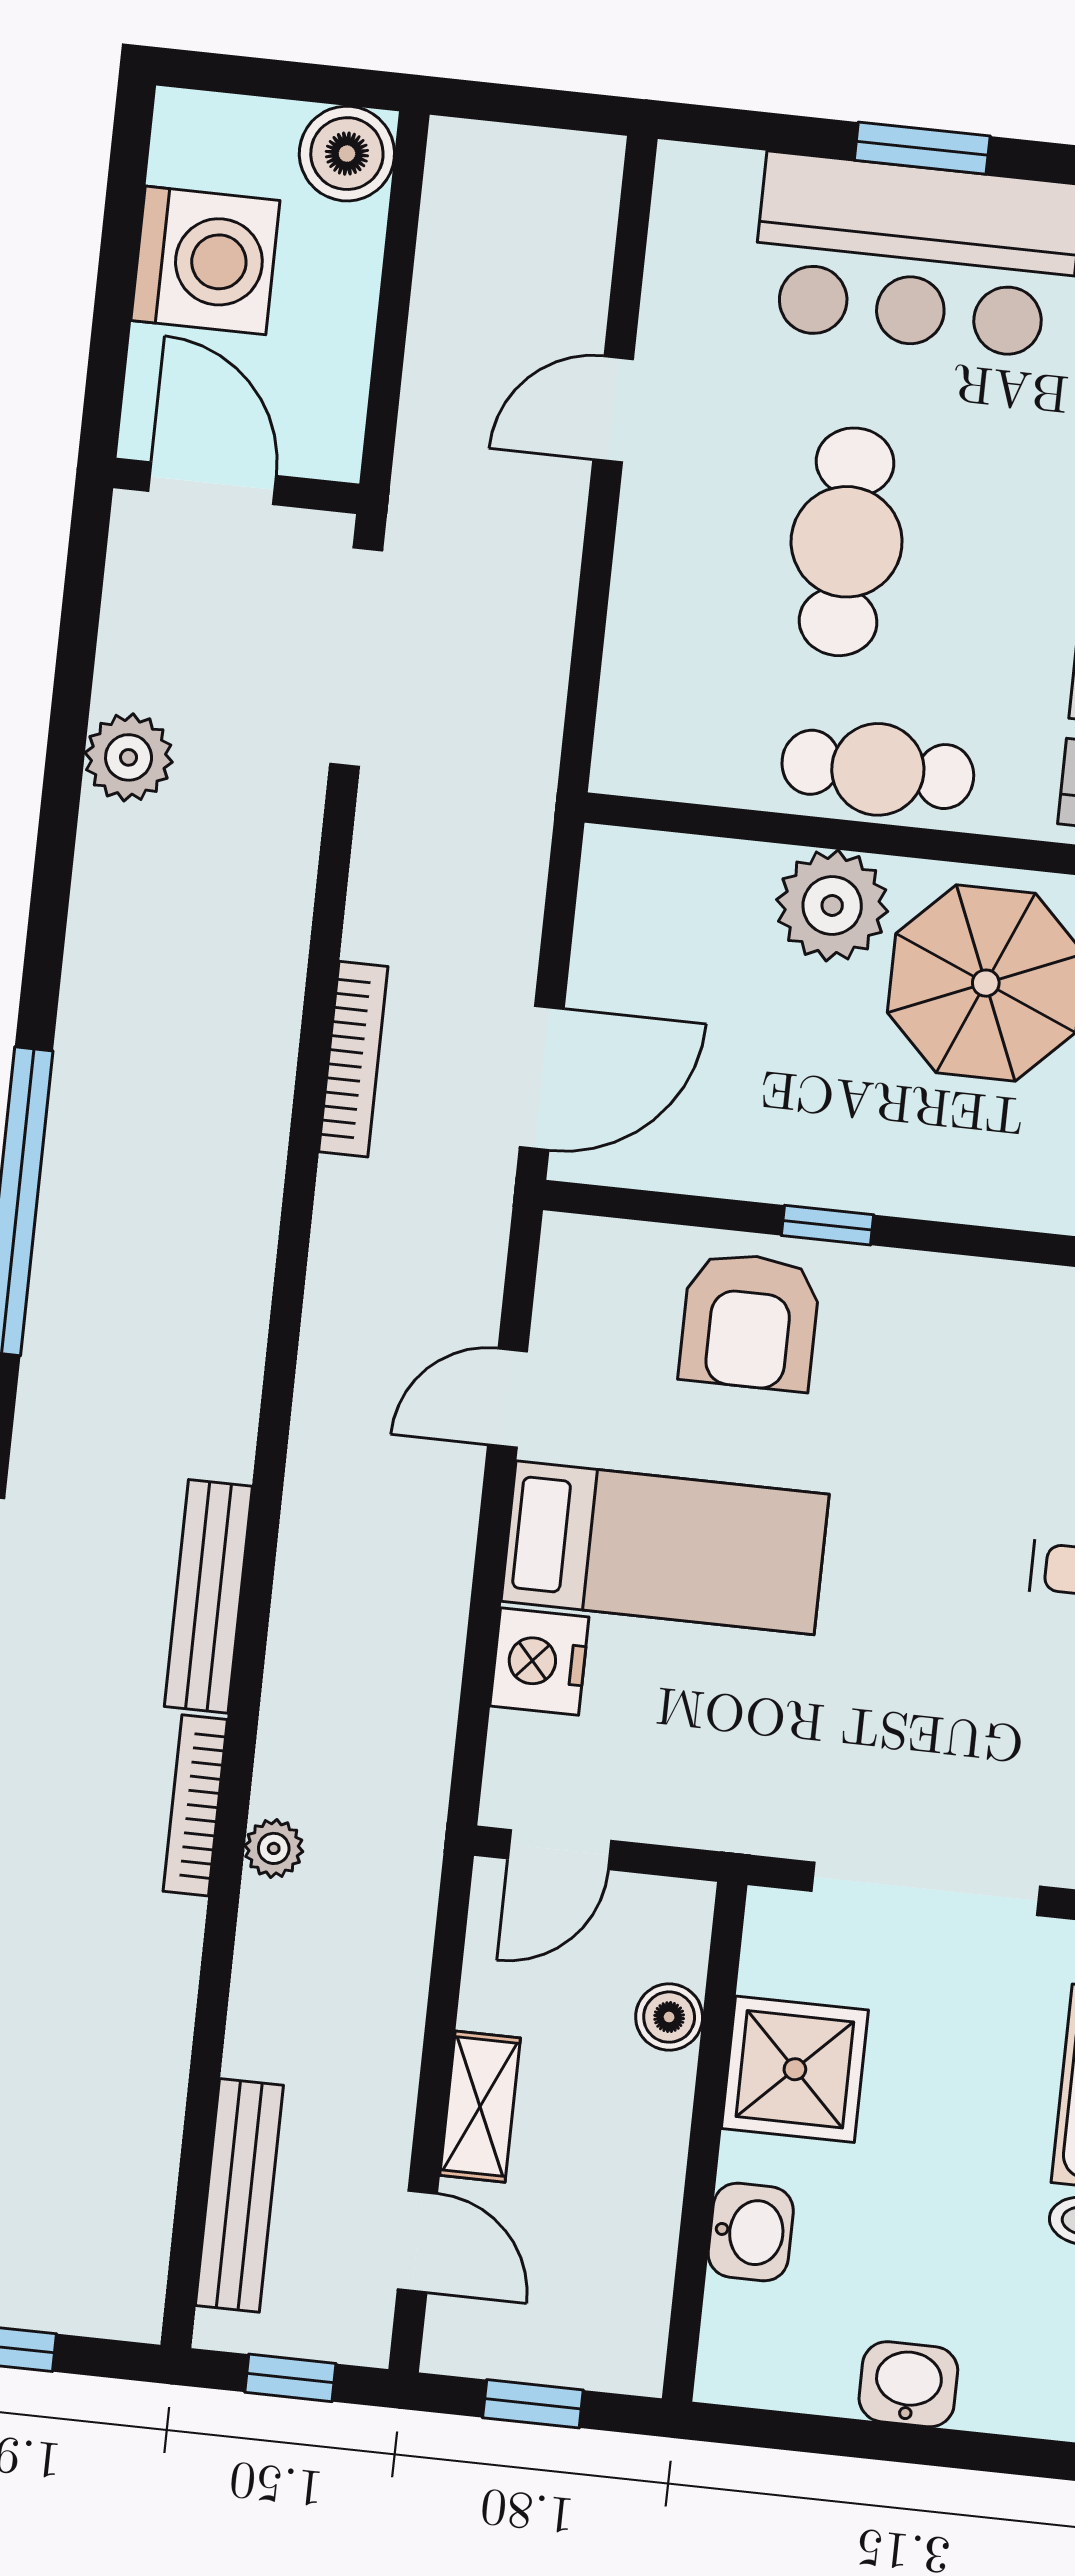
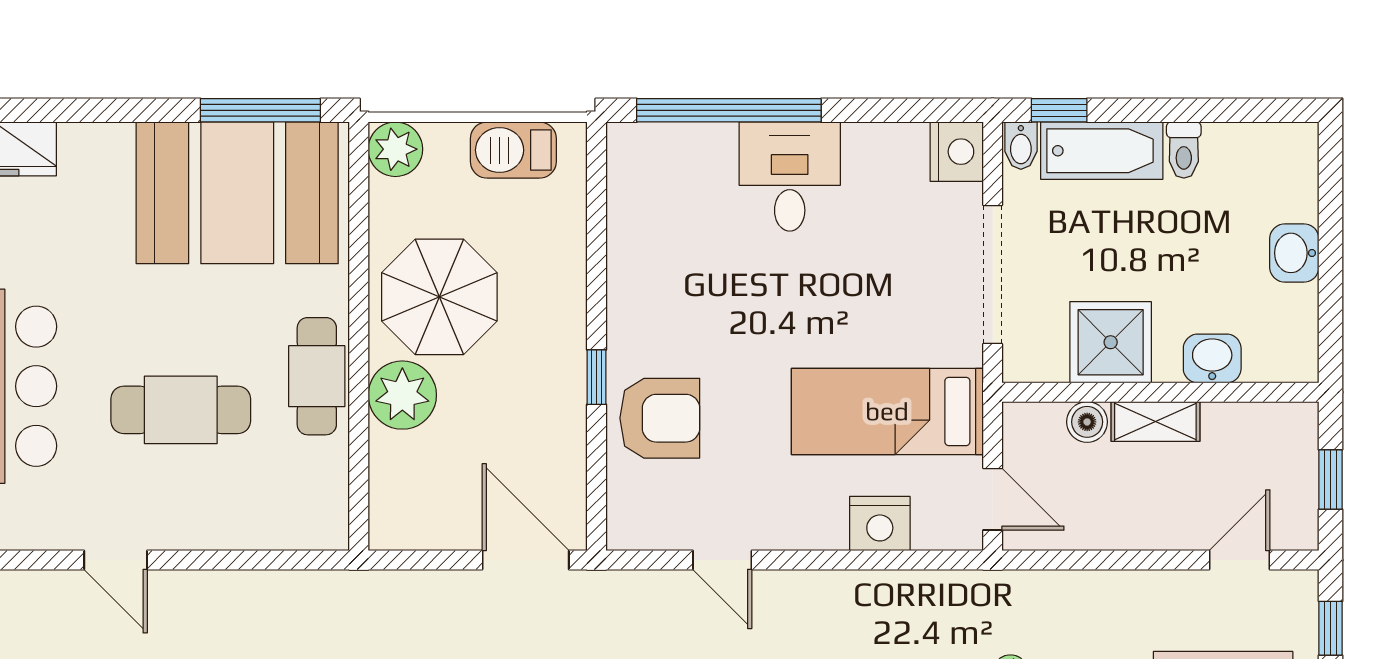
bed: (665, 1548) -> (887, 411), moved, turned -90
shelving: (480, 2107) -> (1155, 422), moved

